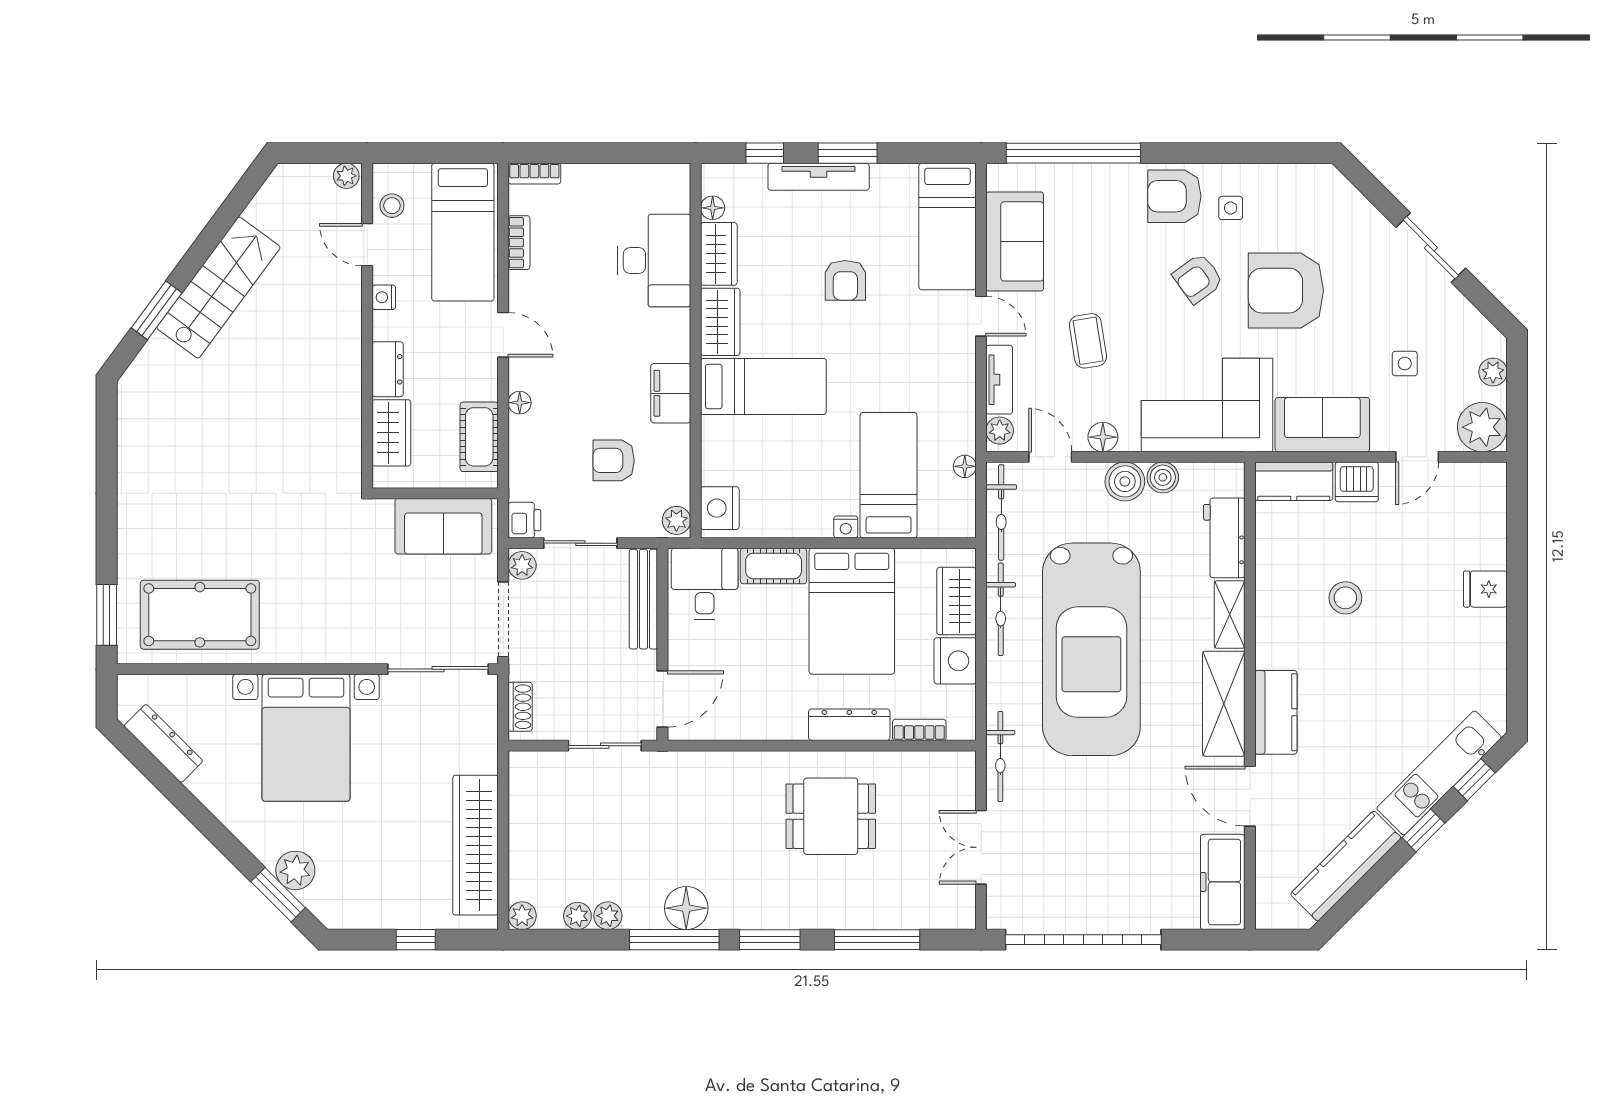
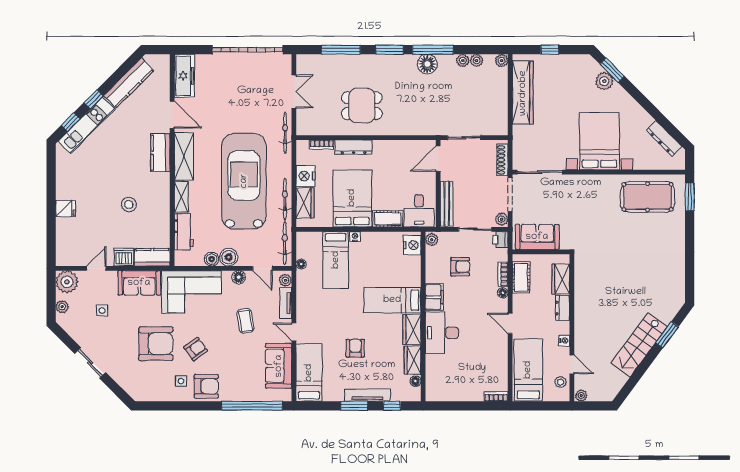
bookcase: (519, 243) -> (503, 274), moved
desk: (654, 261) -> (442, 333), moved
shoe rack: (520, 707) -> (503, 160), width x1.43

